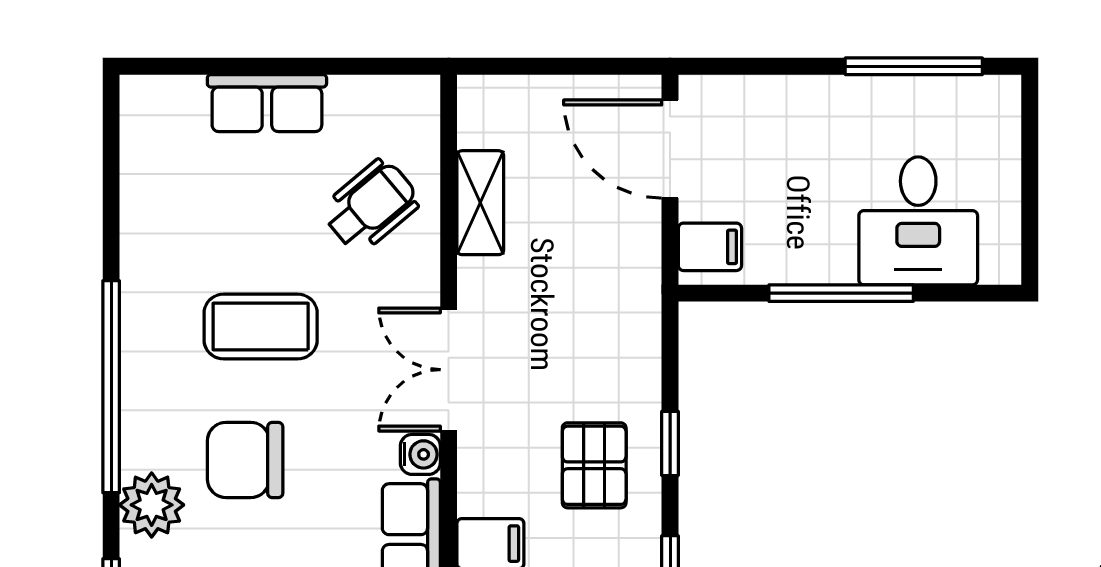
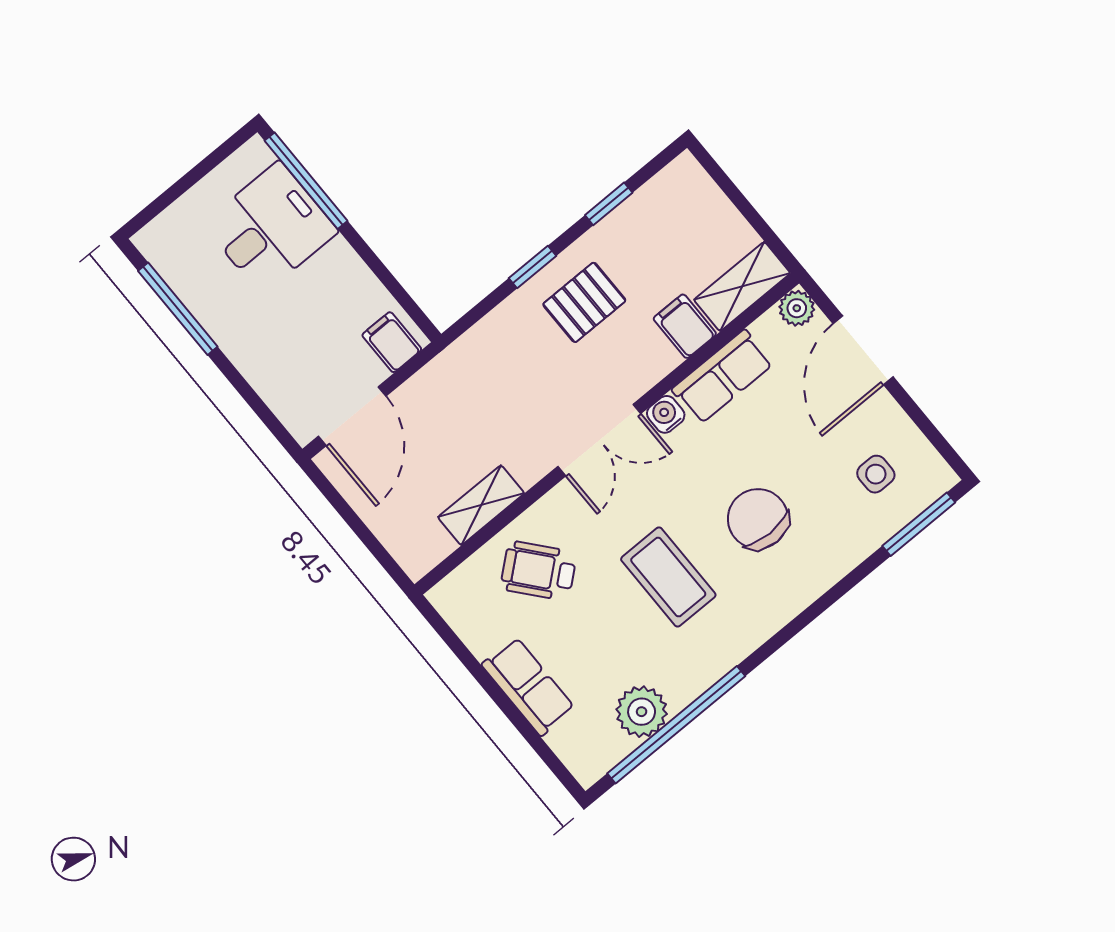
window: (841, 293) -> (306, 181), moved
window: (111, 387) -> (676, 725), moved
chair: (245, 460) -> (758, 519), turned 180
plant: (152, 505) -> (642, 712), moved

